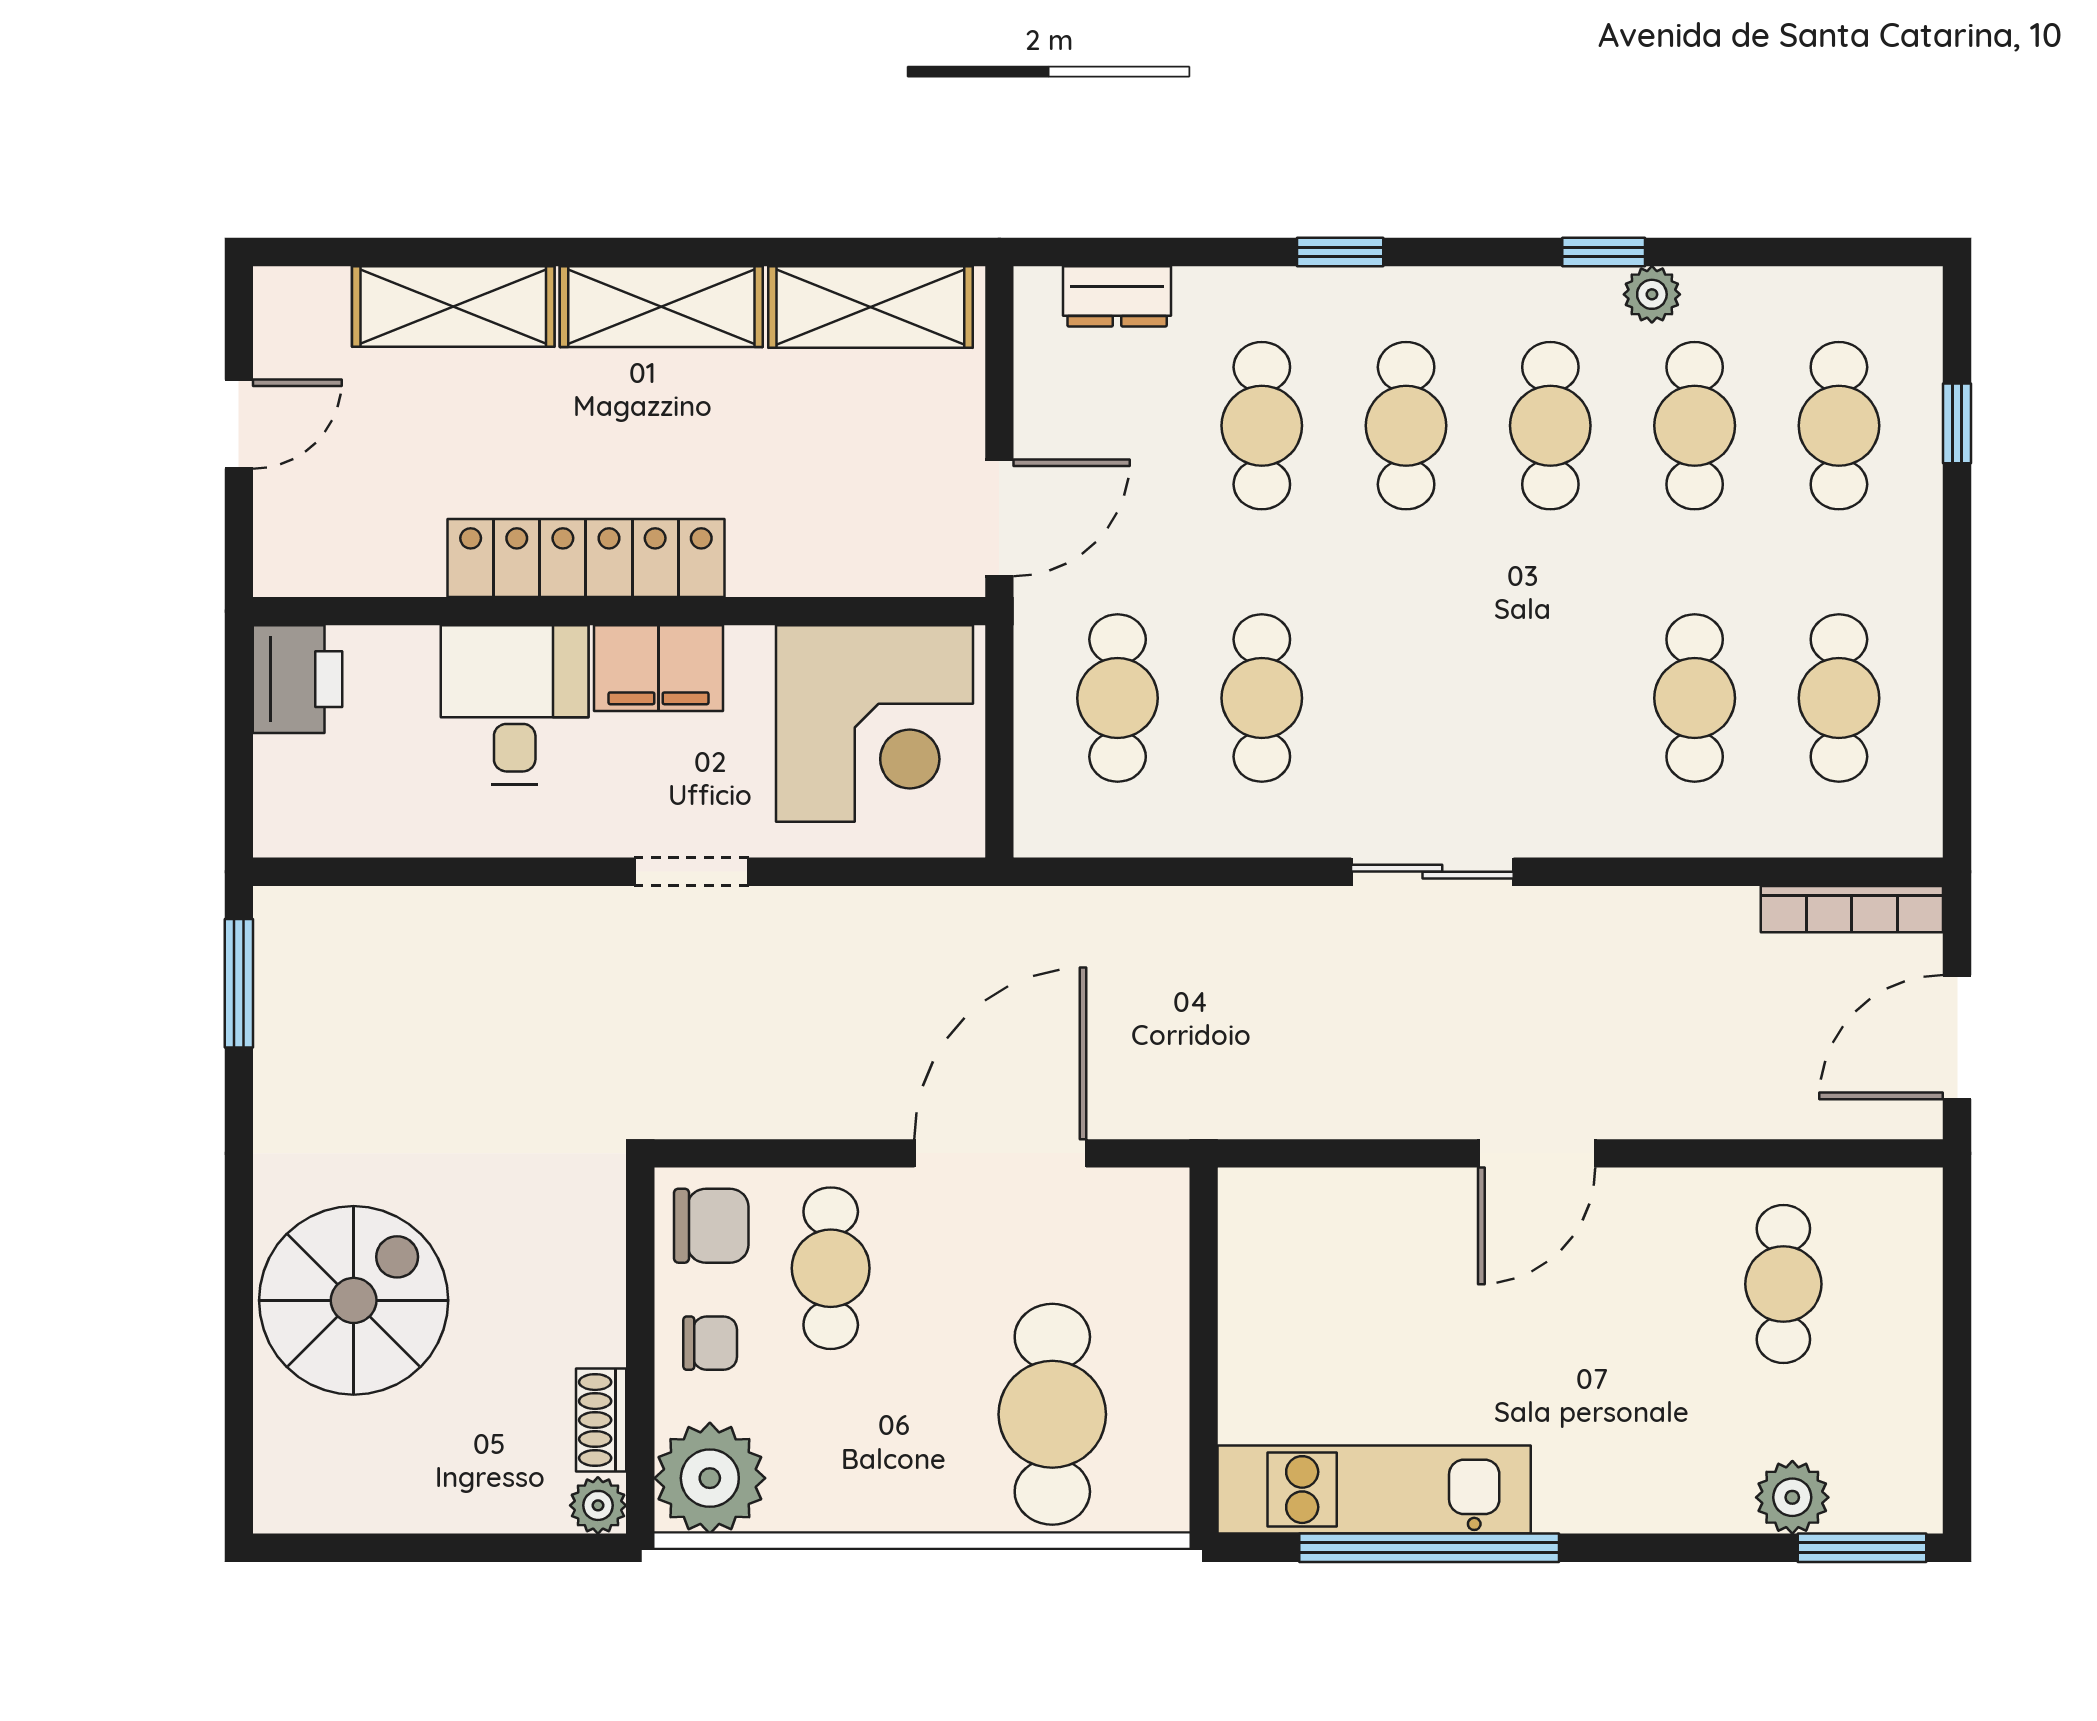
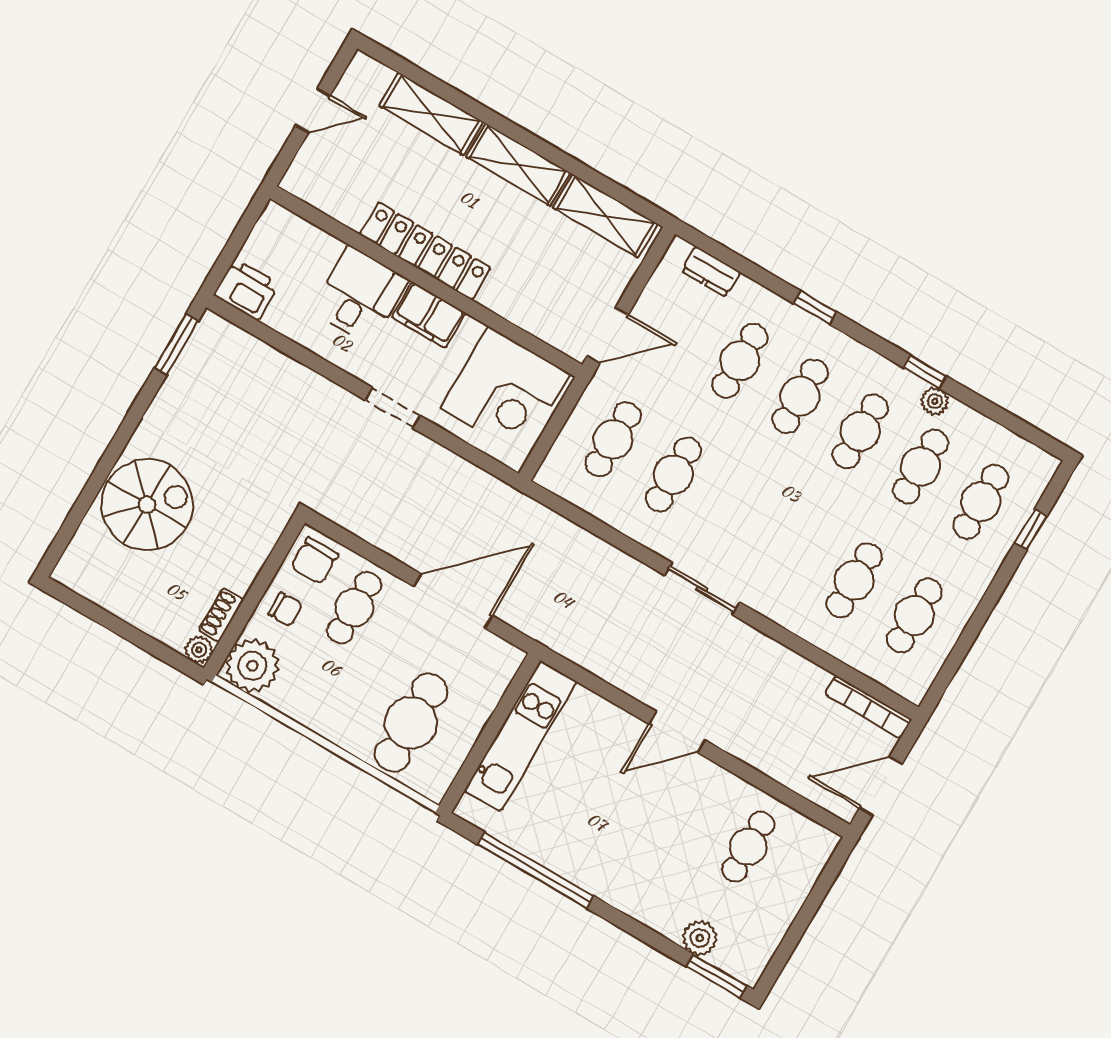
printer: (298, 679) -> (246, 290), moved, turned -90
chair: (711, 1226) -> (315, 561), turned 90
kitchen unit: (1374, 1490) -> (521, 736), moved, turned 90

